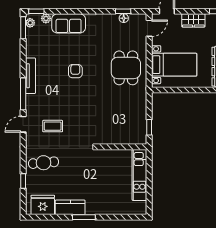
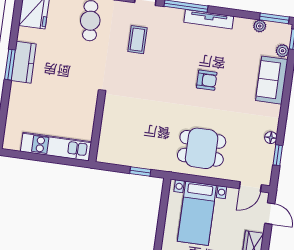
floor lamp: (124, 18) -> (271, 138), moved
plant: (30, 23) -> (260, 26), moved
door: (149, 28) -> (250, 187), hinge flipped
window: (149, 127) -> (140, 171), moved
kitchen counter: (70, 207) -> (24, 62), moved

